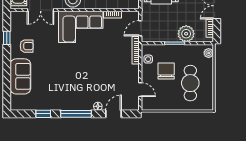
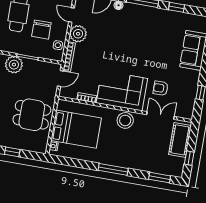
armchair: (27, 46) -> (161, 88), moved
plant: (131, 73) -> (78, 34), added

